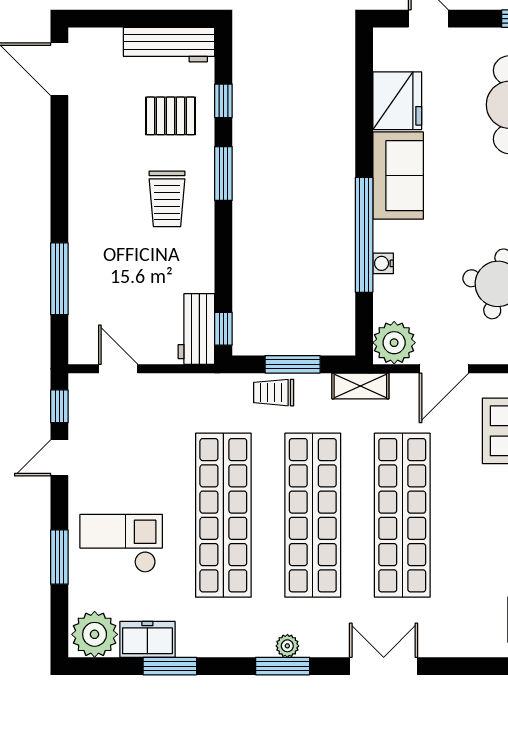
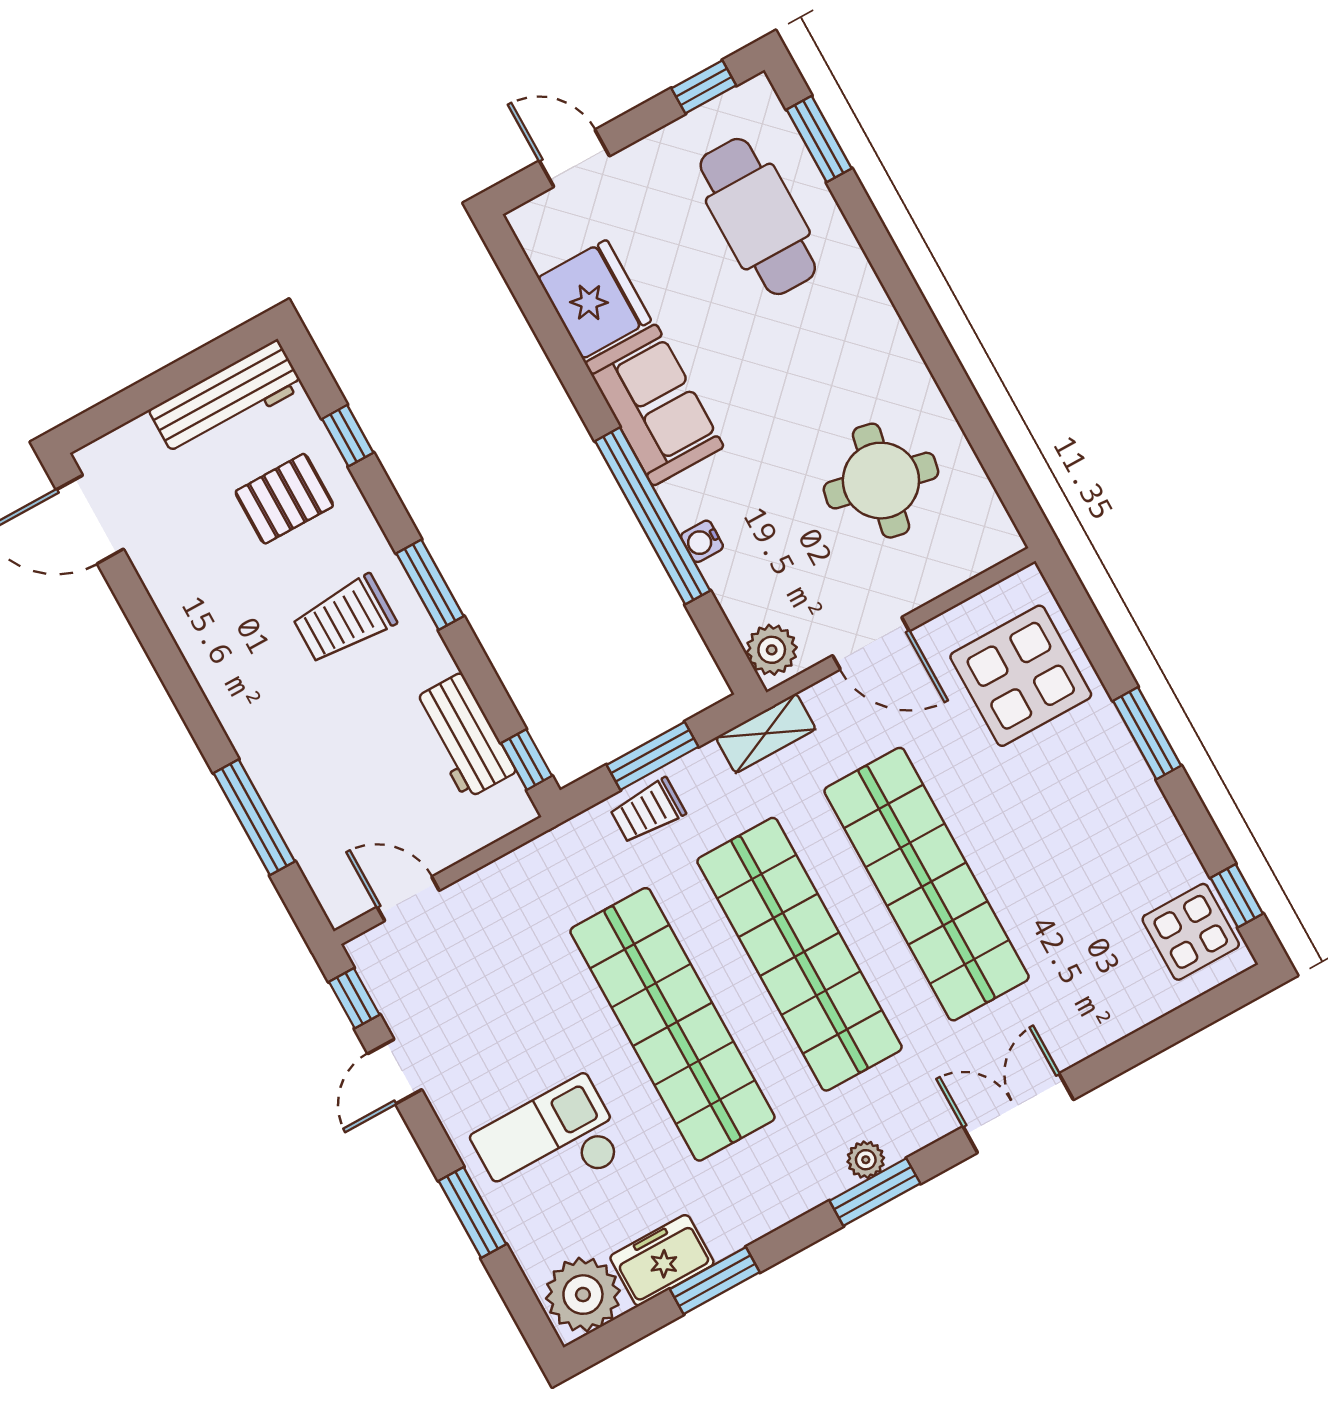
window: (223, 174) -> (430, 585), moved
trolley: (167, 199) -> (344, 619), turned 90
workbench: (196, 329) -> (463, 736), moved
plant: (394, 343) -> (772, 650), width x0.73, depth x0.73
door: (444, 369) -> (871, 643), hinge flipped

